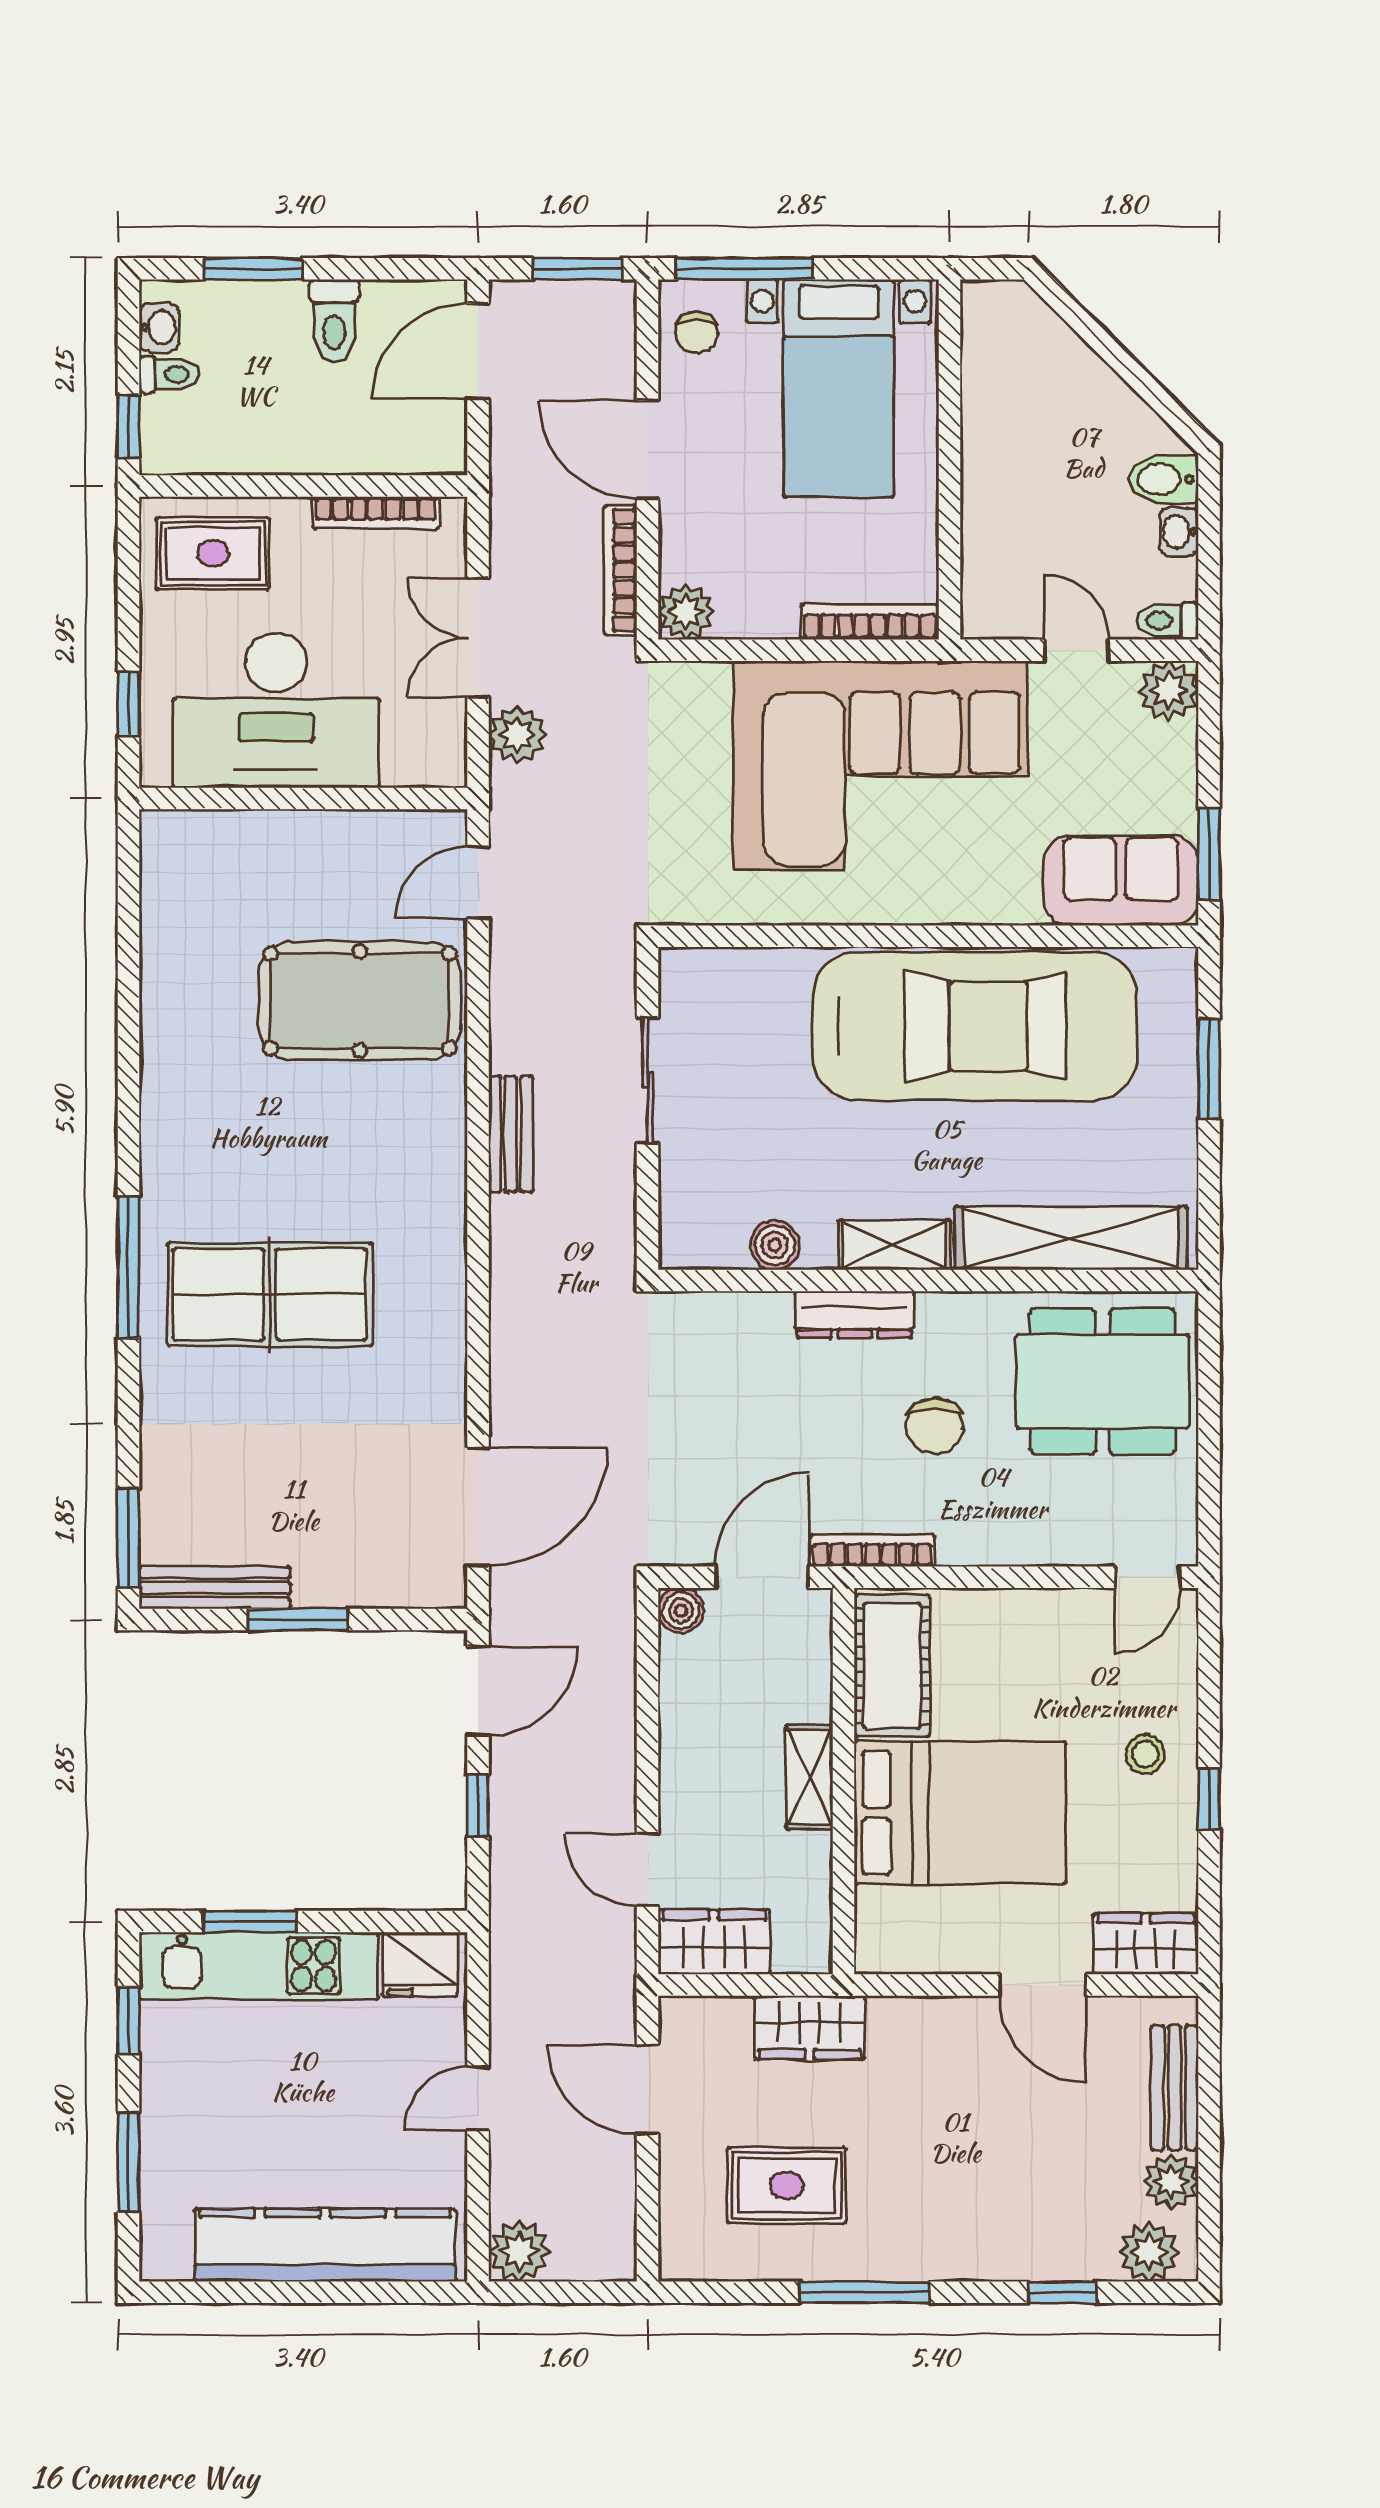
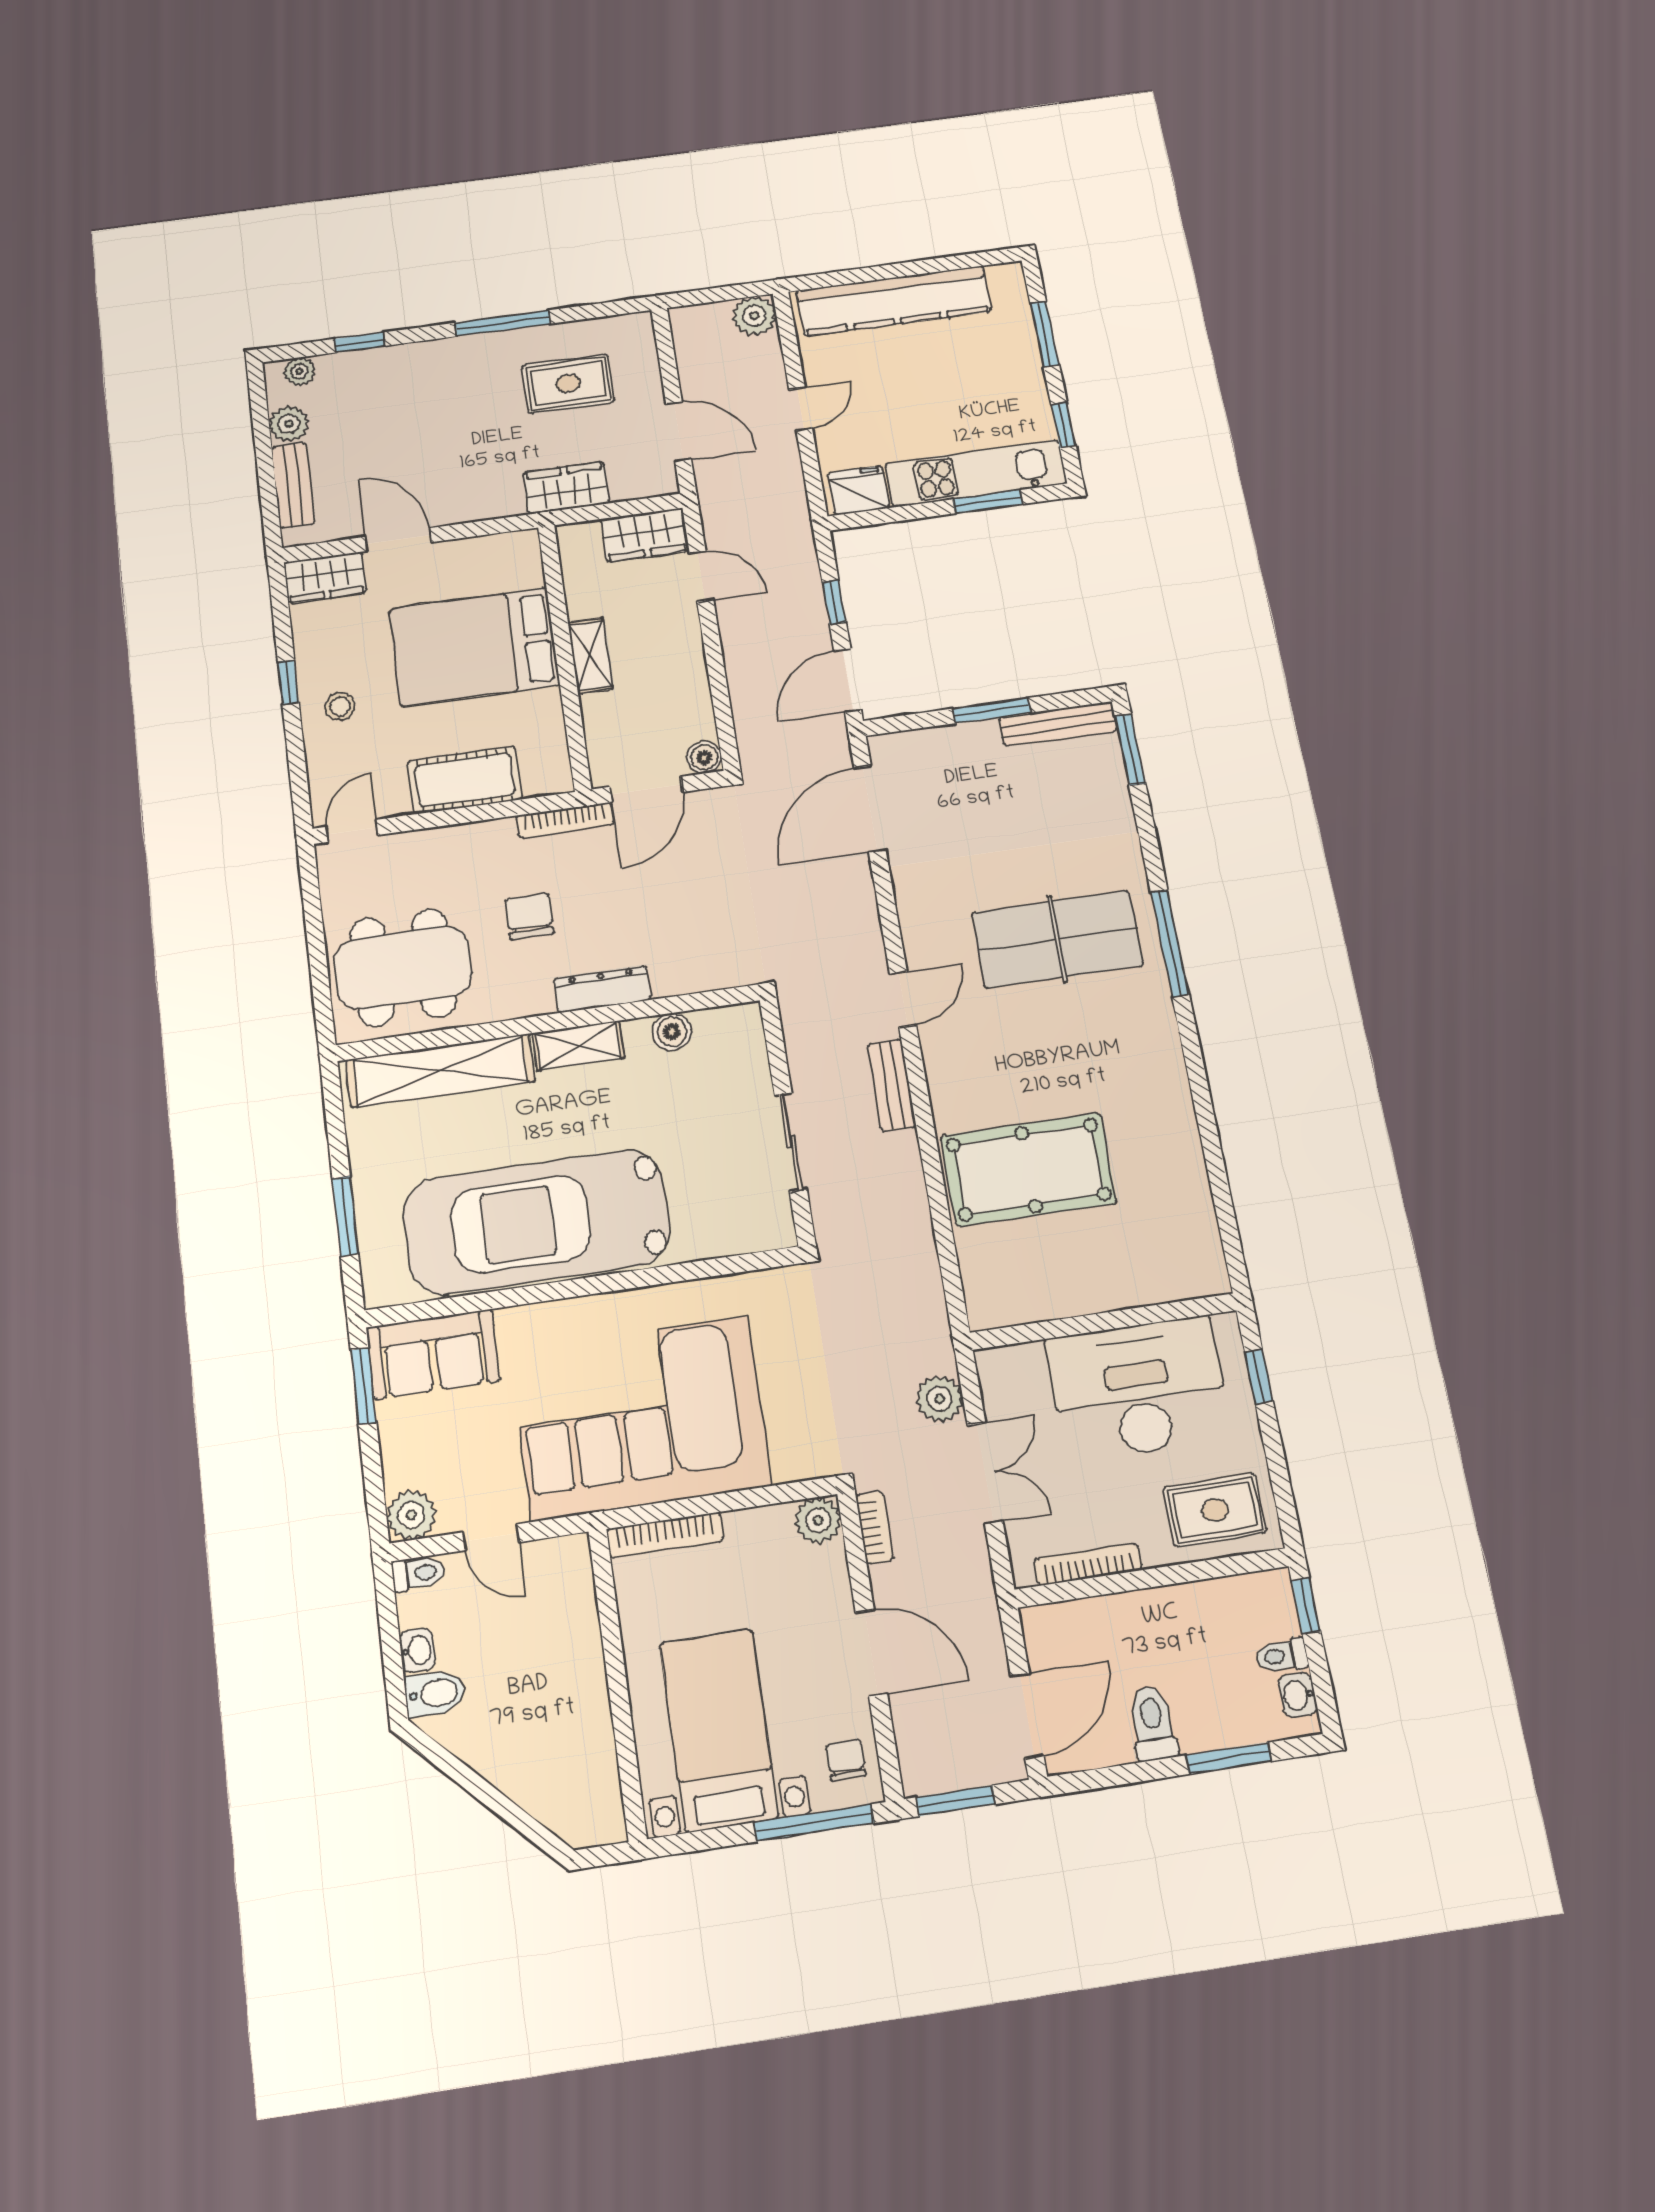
bookcase: (620, 570) -> (874, 1527), width x0.64
door: (478, 882) -> (903, 999), moved
cot: (892, 1666) -> (465, 780), moved, turned 90
plant: (1149, 2252) -> (299, 371), width x0.73, depth x0.73

